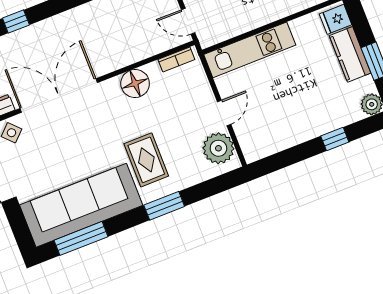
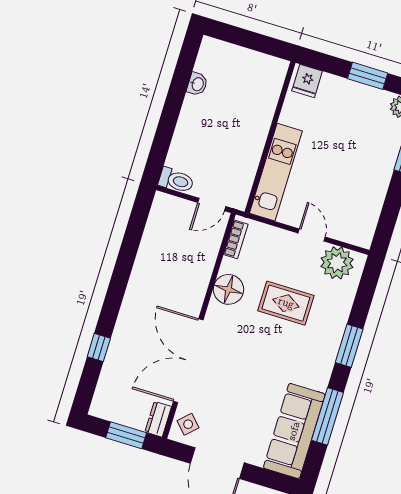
kitchen counter: (350, 54) -> (346, 92), removed
rug: (146, 160) -> (286, 303), moved
sofa: (81, 205) -> (294, 431), width x0.74, depth x0.79
window: (81, 238) -> (327, 416), moved

